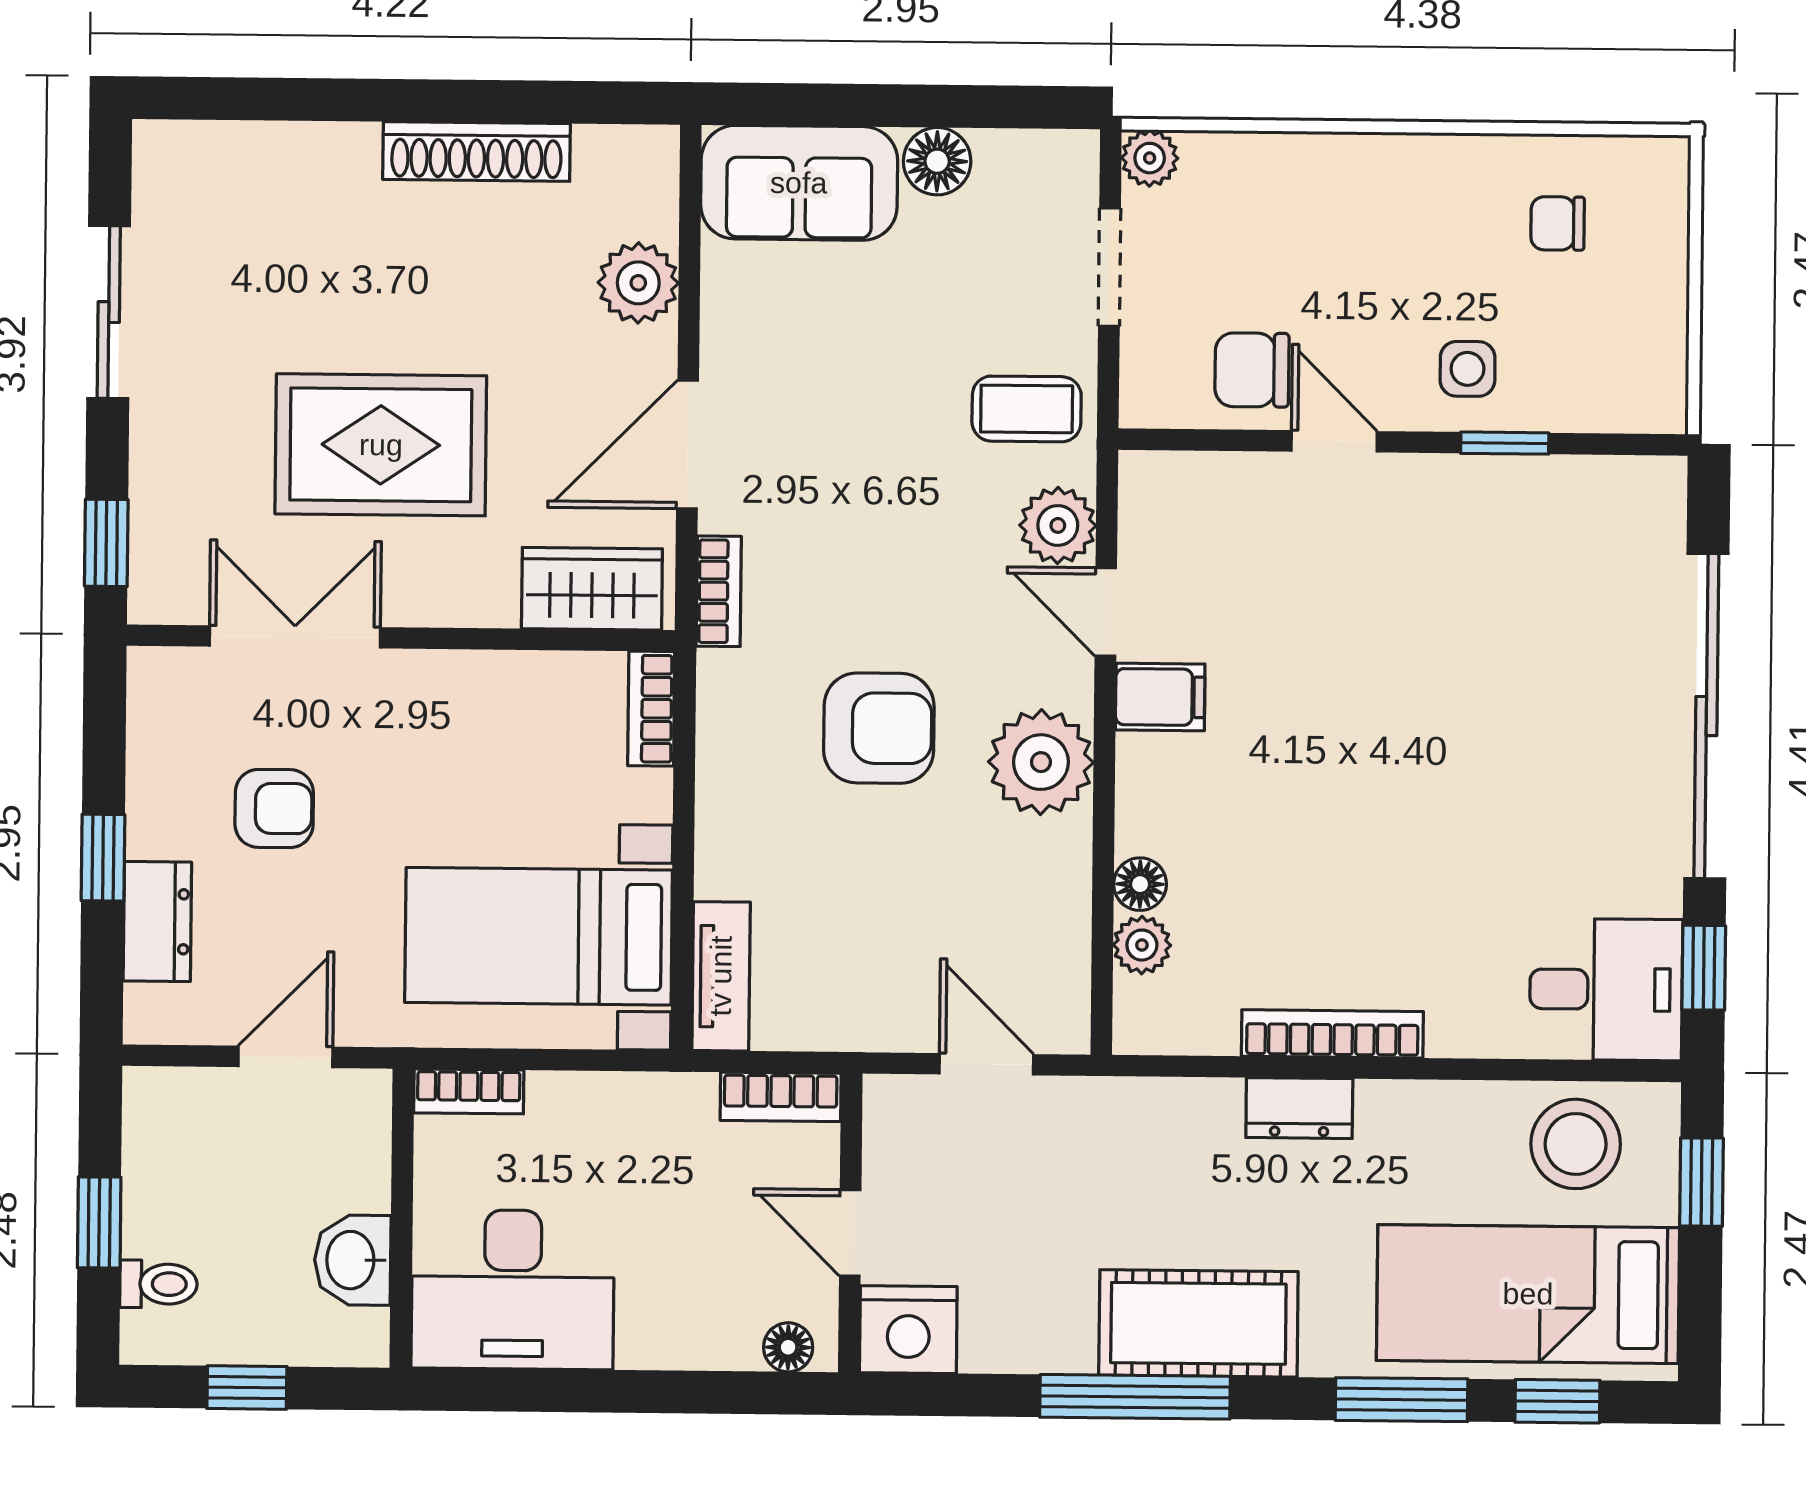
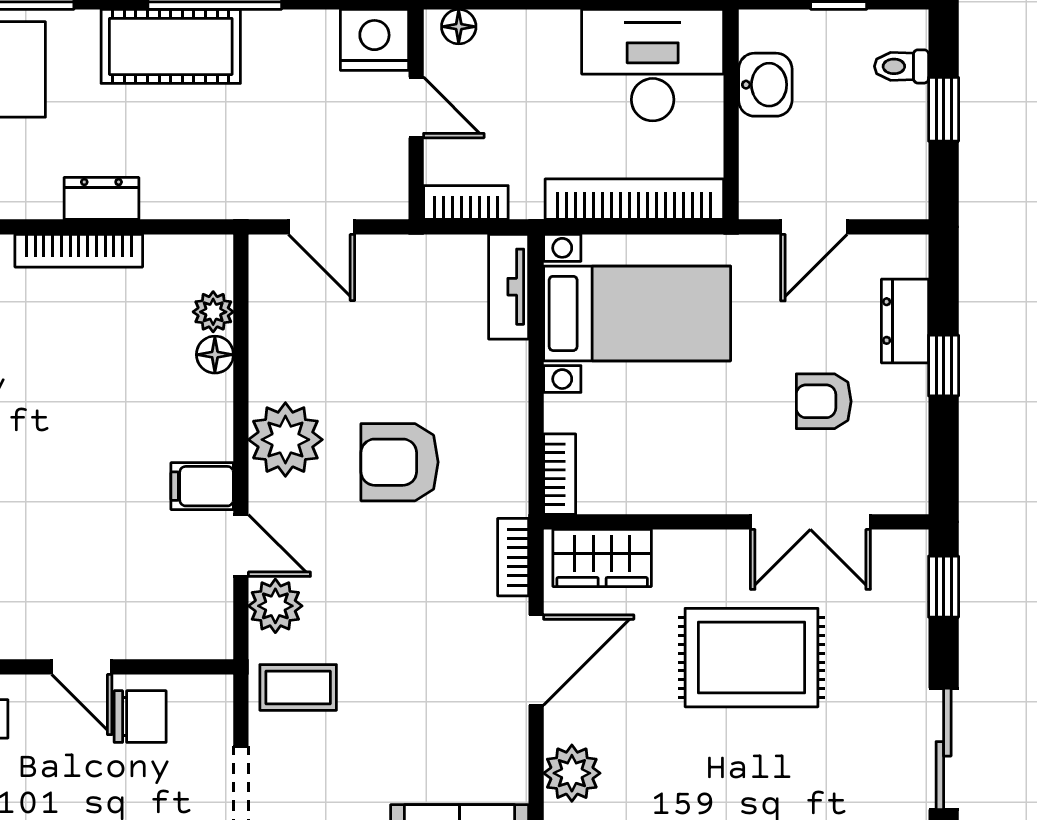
bookcase: (469, 1091) -> (634, 199), width x2.31, depth x1.31

